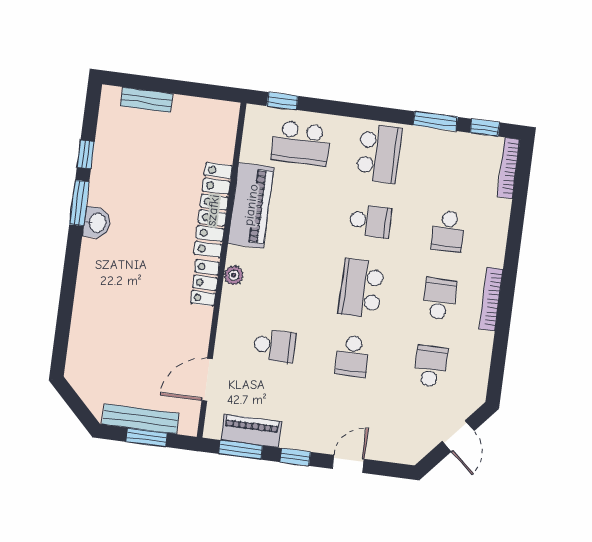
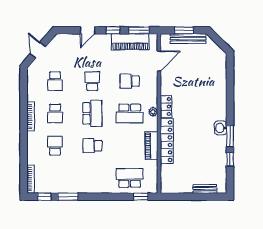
school desk: (379, 153) -> (130, 113), moved, turned -90
piano: (251, 205) -> (151, 146), width x0.73, depth x0.75
piano: (251, 431) -> (130, 42), width x1.37, depth x1.33

